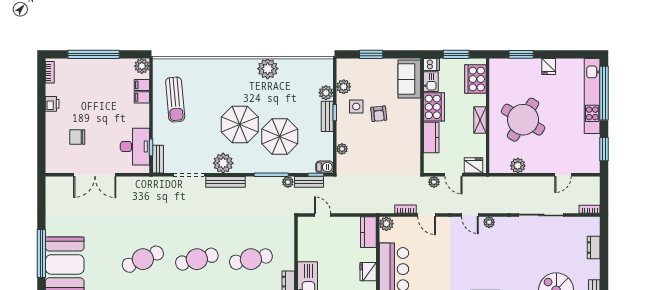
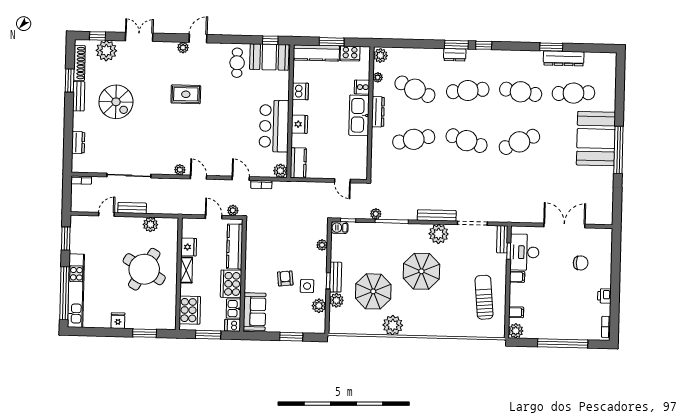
filing cabinet: (142, 97) -> (517, 277), moved
parasol: (280, 136) -> (373, 291), moved
kitchen counter: (431, 137) -> (235, 246), width x1.50
fridge: (473, 165) -> (189, 247), moved, turned -90
bench: (309, 182) -> (132, 208), moved
cafe table: (197, 259) -> (467, 141), turned 33

